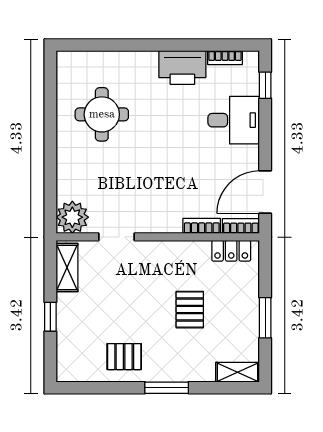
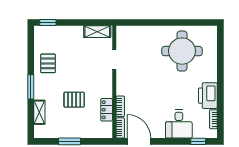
round table: (102, 114) -> (182, 51), width x1.36, depth x1.36
plant: (72, 217) -> (125, 35), removed
locker: (231, 251) -> (107, 110), moved
window: (50, 317) -> (48, 23), moved
shelving: (238, 372) -> (39, 112), moved

